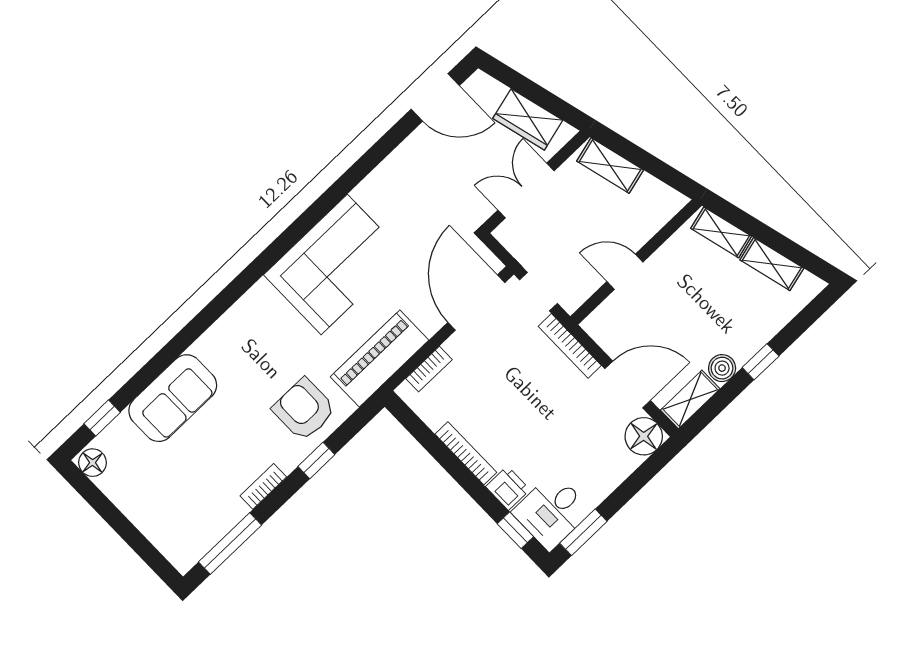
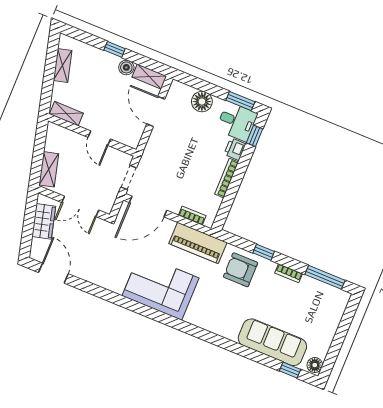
shelving: (721, 232) -> (66, 114), moved, turned -75
bookcase: (570, 346) -> (149, 150), removed
sofa: (173, 398) -> (272, 342), width x1.36
armchair: (304, 409) -> (241, 270), turned 90
floor lamp: (644, 436) -> (202, 102), moved

